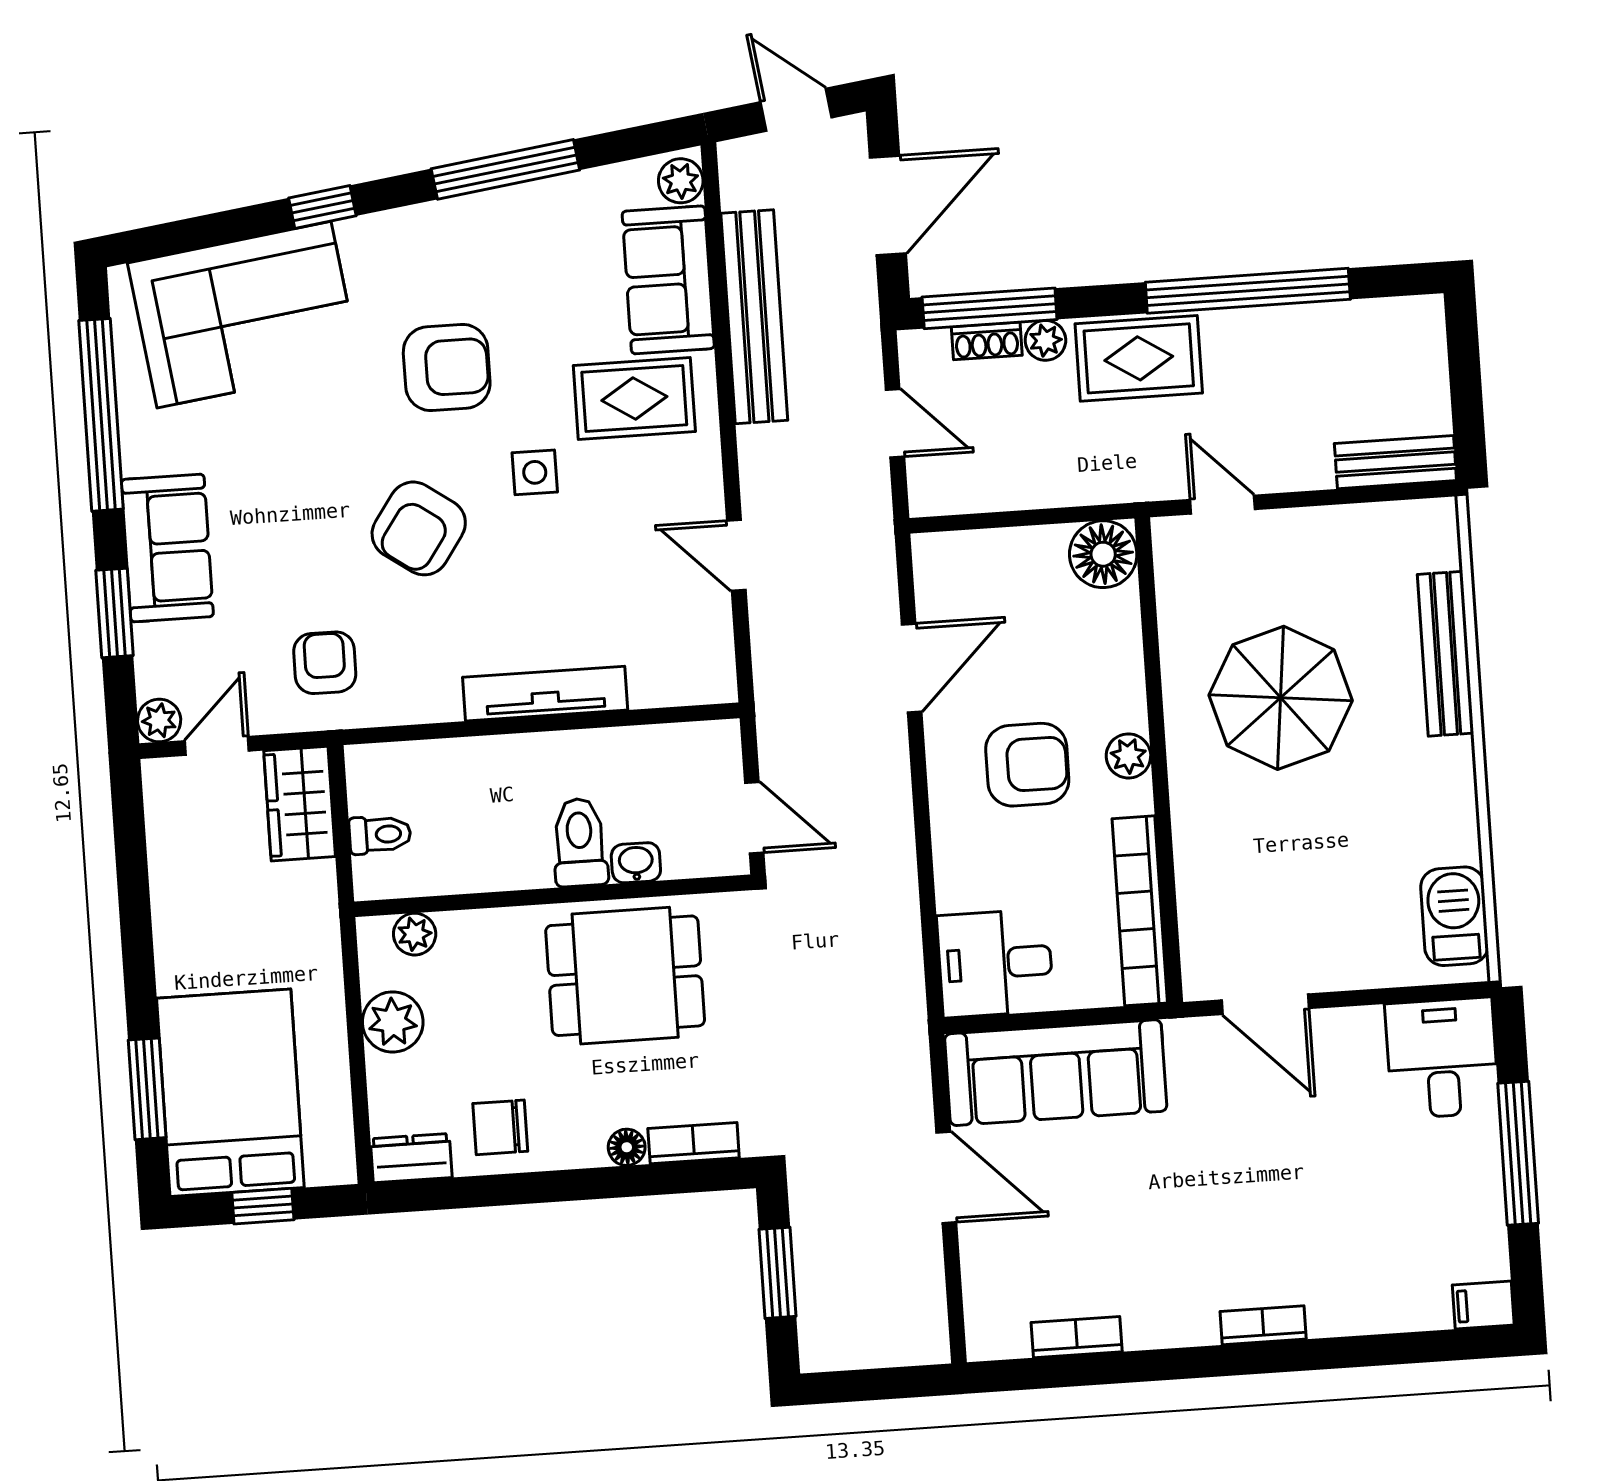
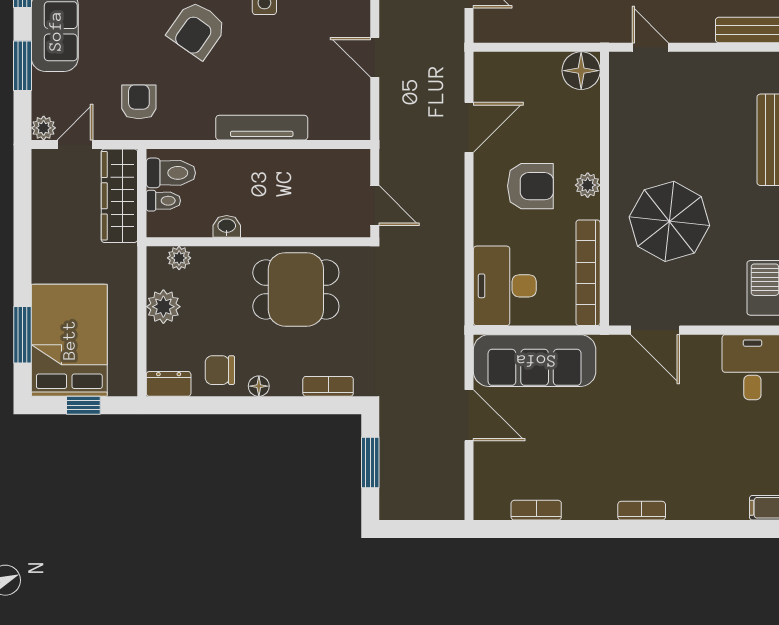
parasol: (1281, 698) -> (669, 221), moved
wardrobe: (300, 804) -> (119, 196), width x1.50
toilet: (580, 842) -> (171, 173), moved, turned 90
washbasin: (636, 863) -> (227, 226), moved
desk: (995, 963) -> (505, 286), width x1.37
floor lamp: (627, 1147) -> (259, 386), moved

